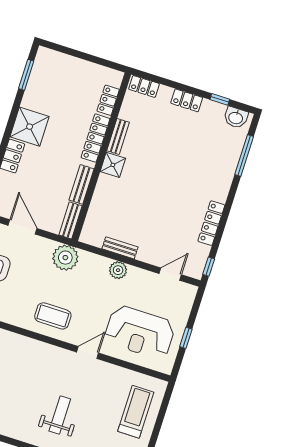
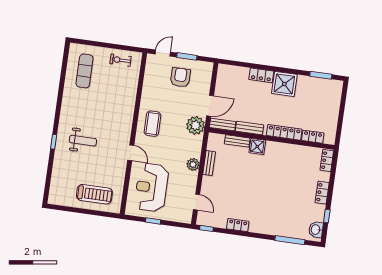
bench: (118, 137) -> (237, 141), moved
shower: (113, 165) -> (257, 147), moved
locker: (211, 223) -> (238, 225), width x0.66
door: (22, 227) -> (210, 106), moved

